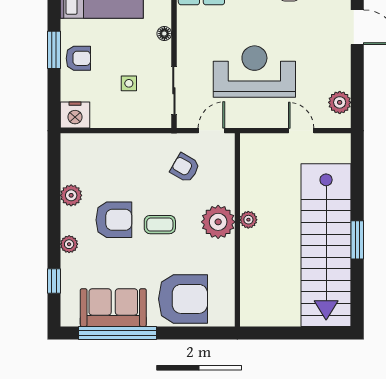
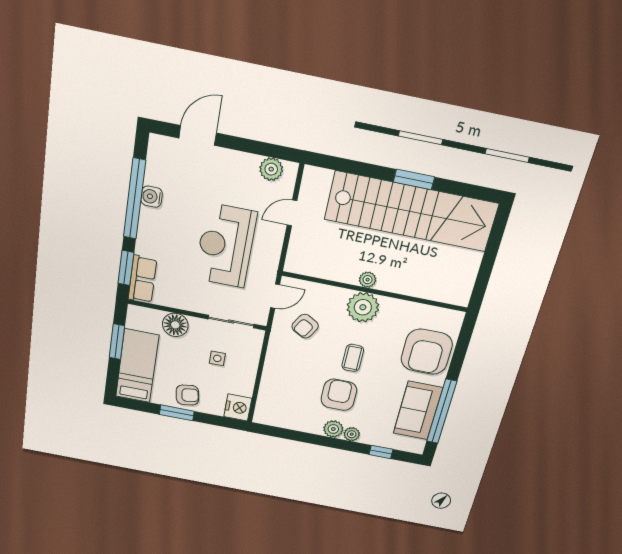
floor lamp: (164, 34) -> (175, 325), width x1.89, depth x1.89
armchair: (78, 58) -> (187, 395), turned 81
door: (211, 131) -> (275, 296), swing flipped
plant: (71, 195) -> (333, 429), moved
armchair: (183, 299) -> (427, 352), turned 180

